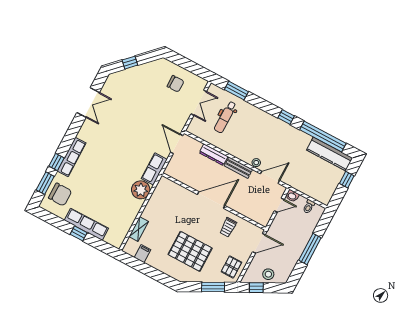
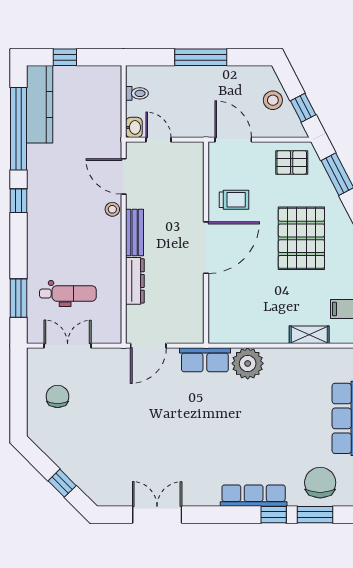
door: (211, 200) -> (206, 248), swing flipped

